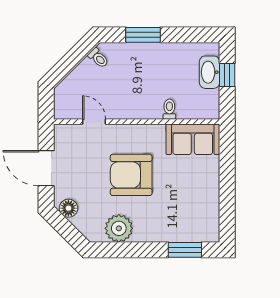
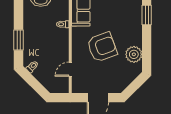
armchair: (131, 175) -> (102, 47), turned -110
floor lamp: (68, 208) -> (122, 84), removed

